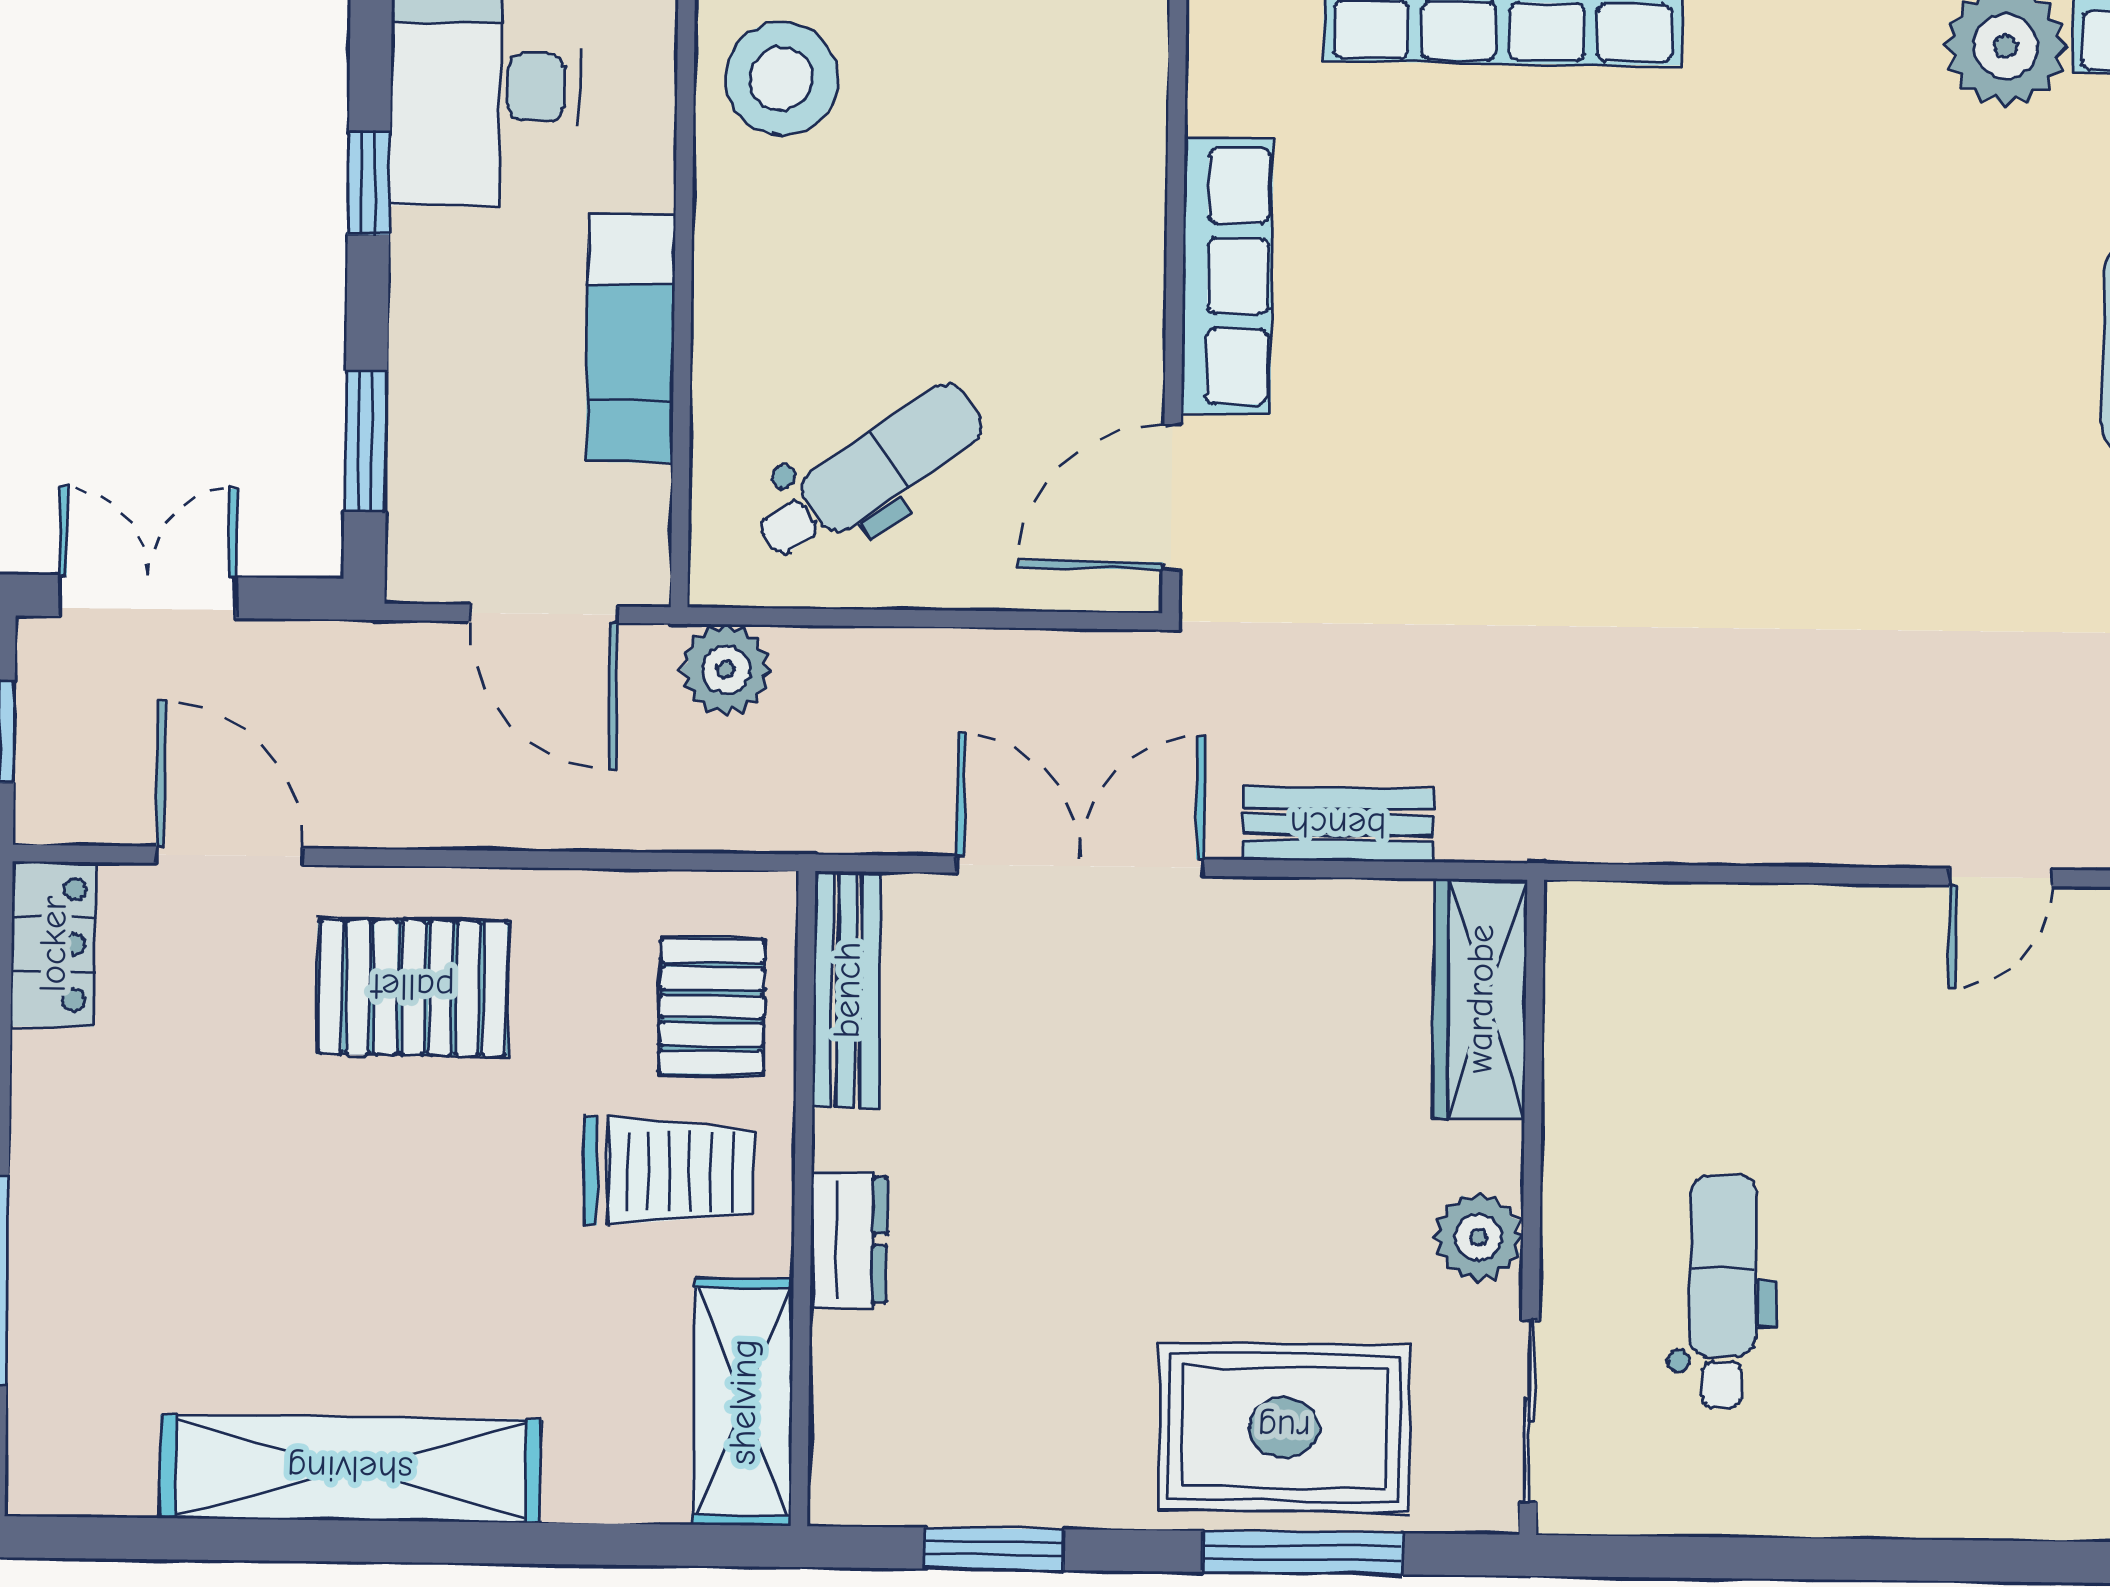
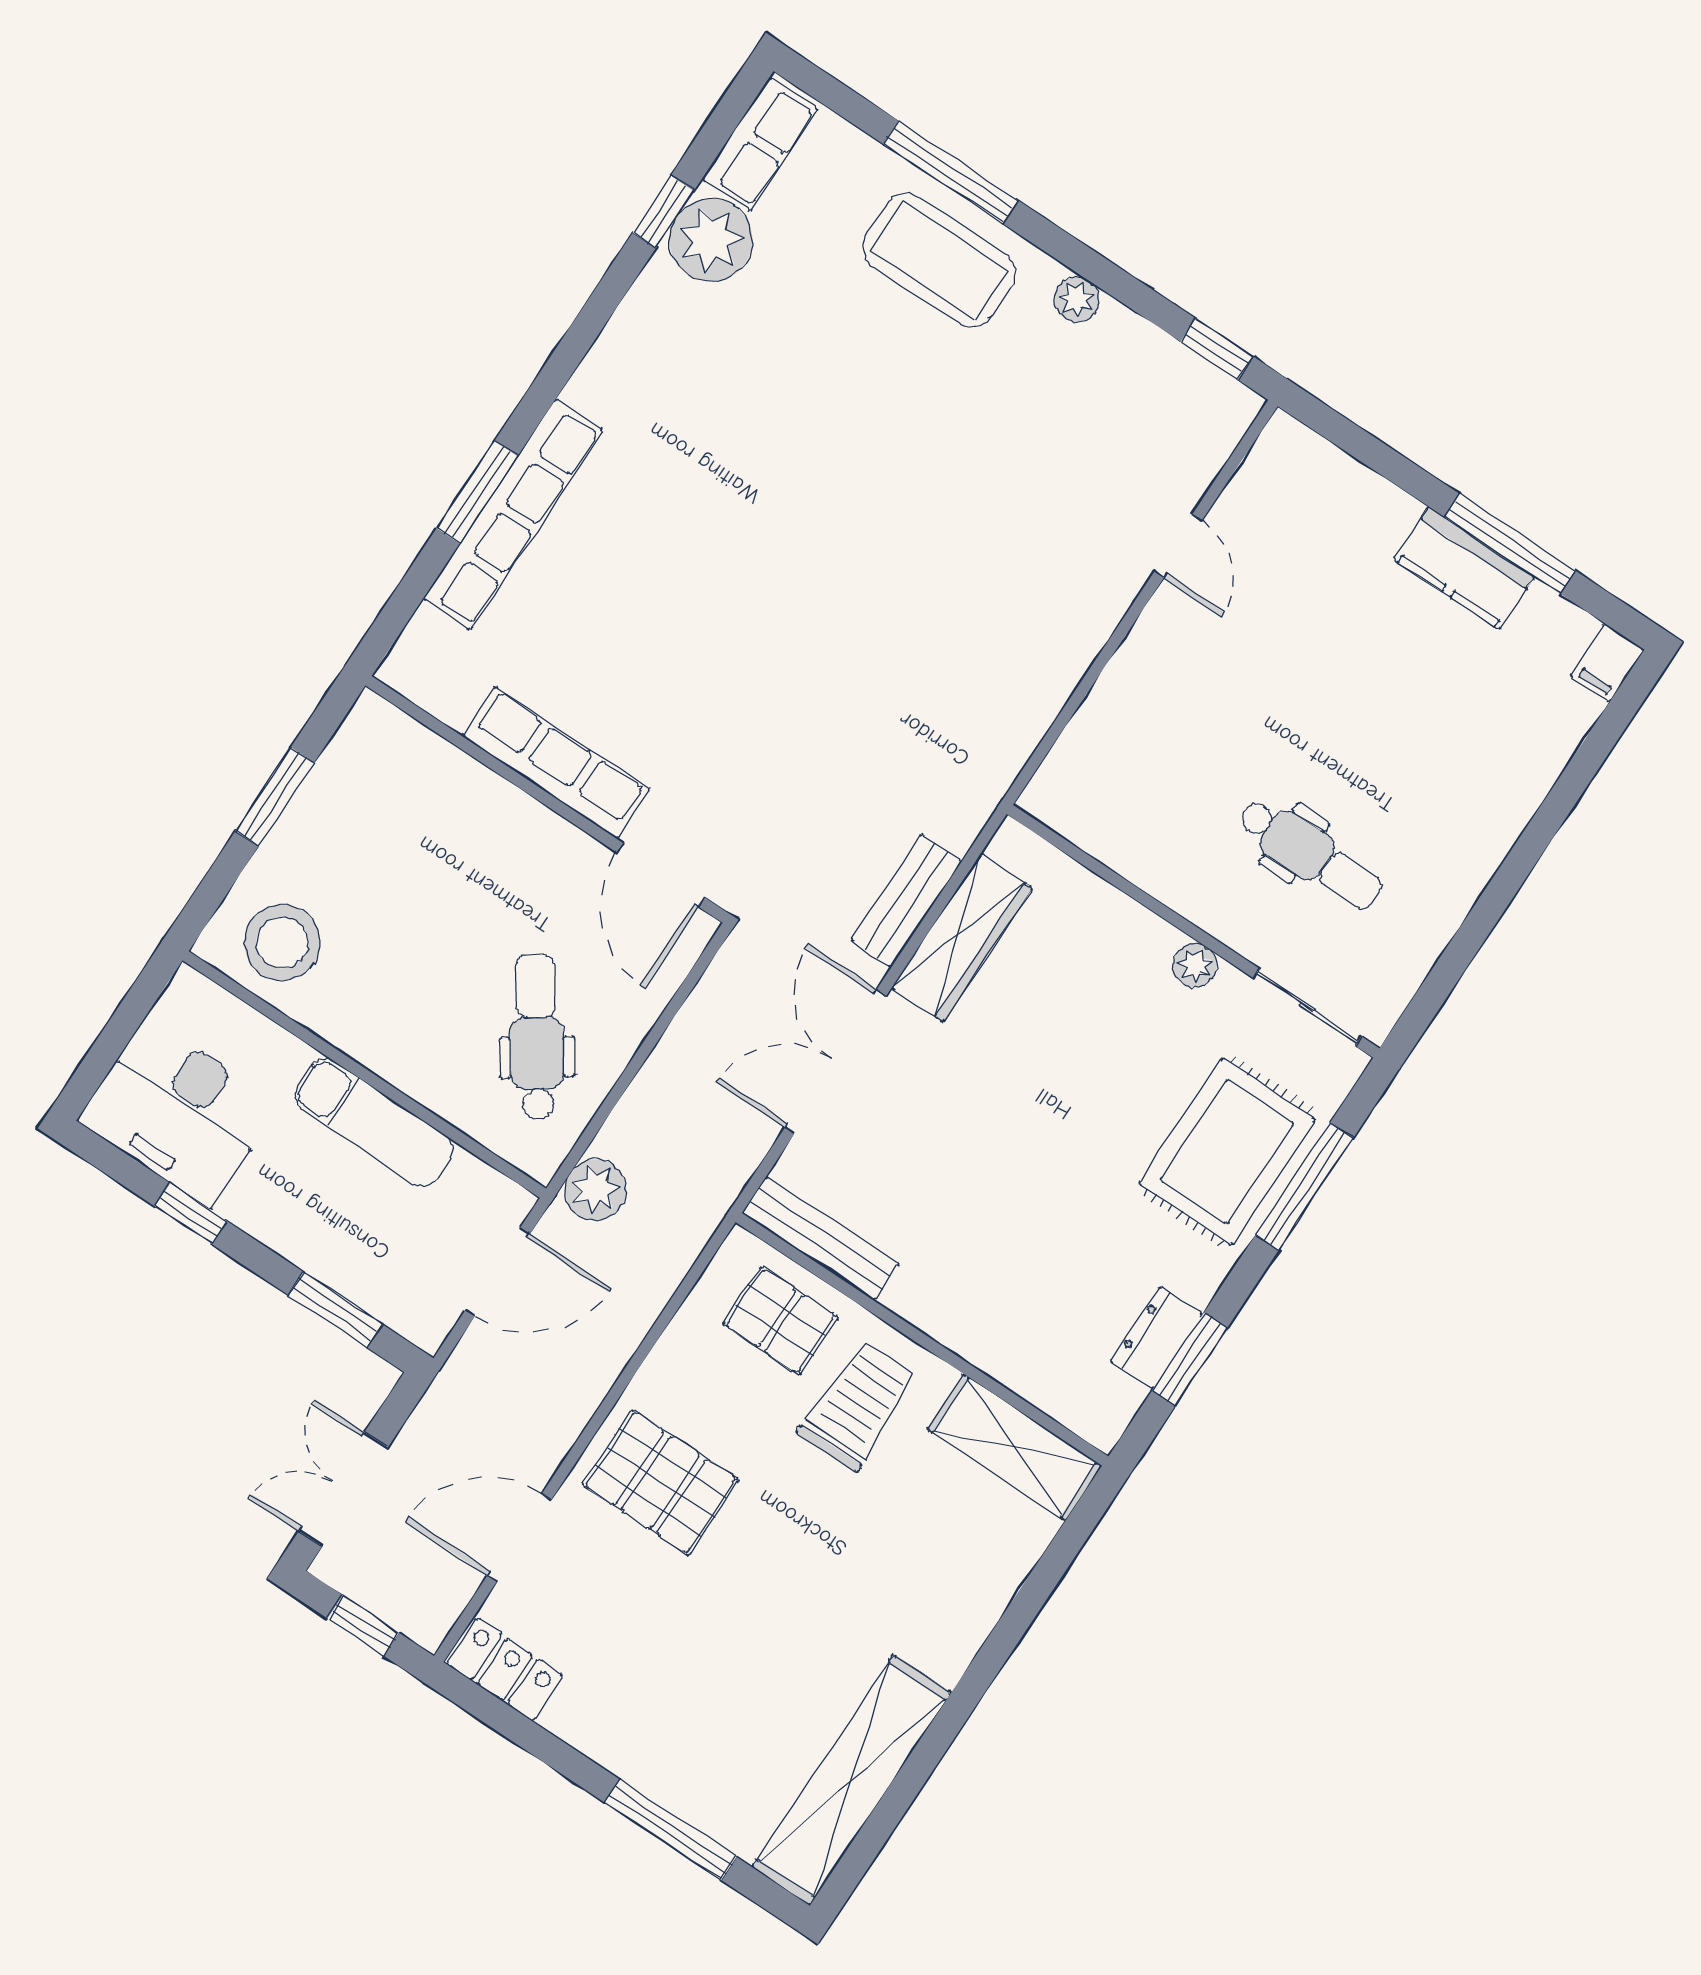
pallet: (413, 987) -> (661, 1482), turned 90
wardrobe: (1480, 999) -> (962, 938), moved, turned -90
plant: (1478, 1237) -> (1195, 965), width x0.73, depth x0.73
dresser: (849, 1240) -> (1157, 1338), moved, turned -90
dental chair: (1723, 1291) -> (1310, 854), turned 180
shelving: (350, 1469) -> (852, 1780), moved

